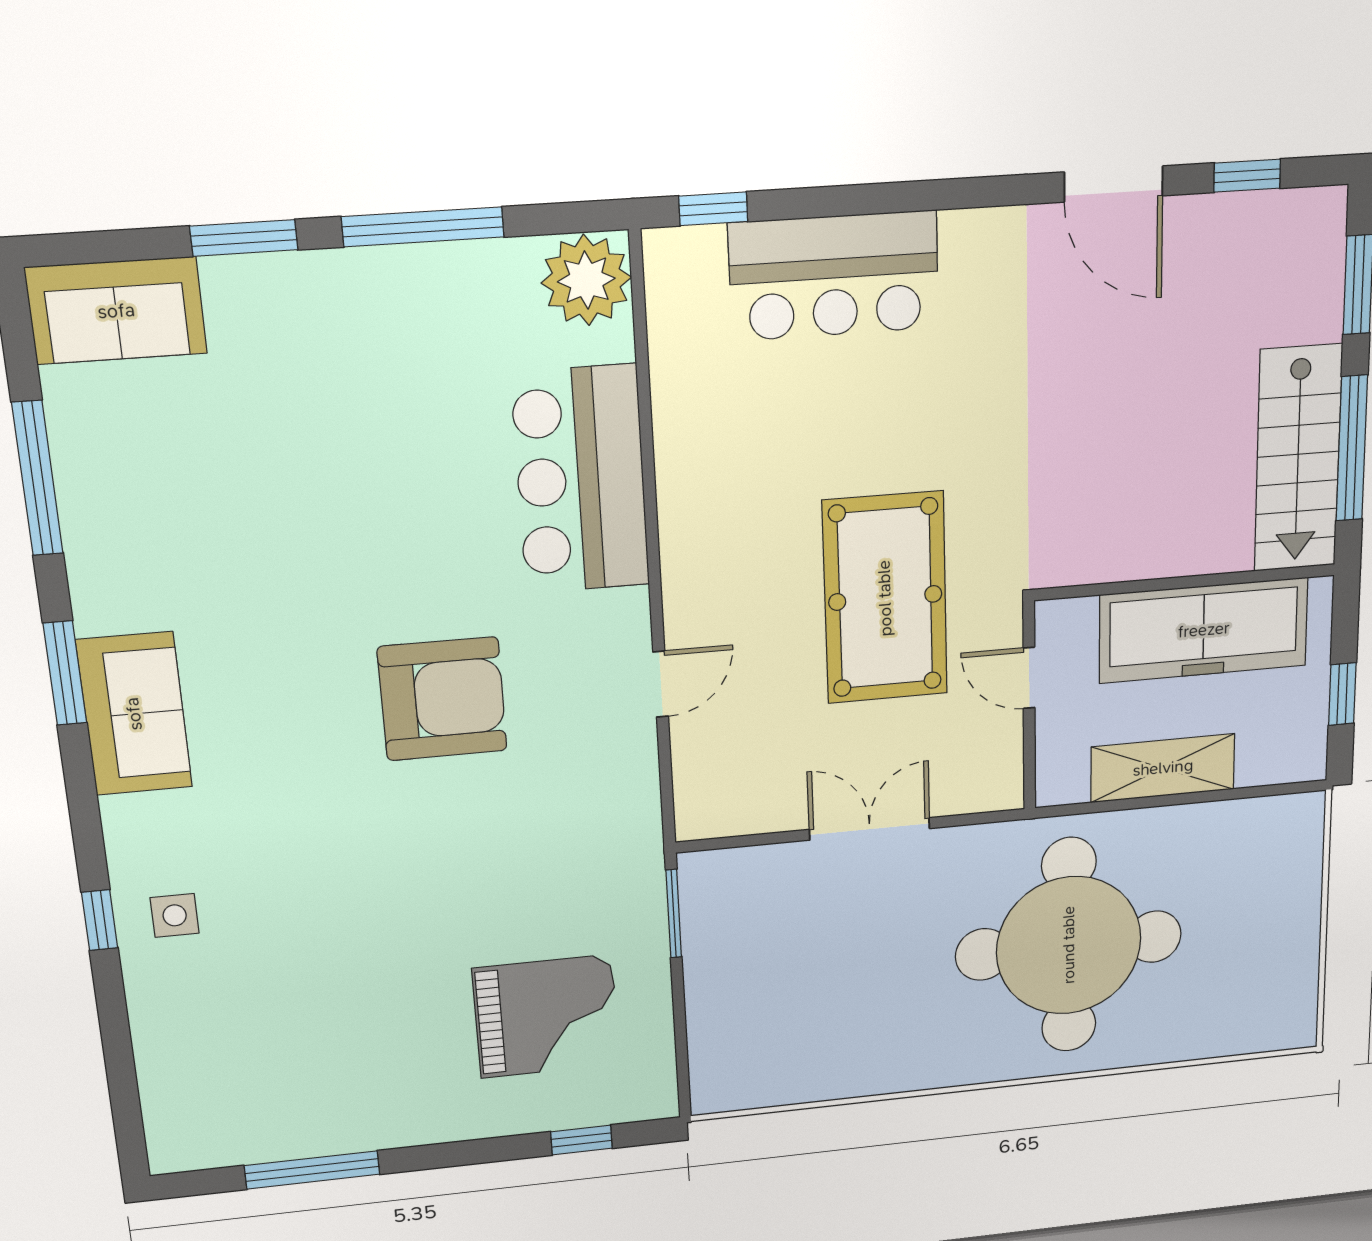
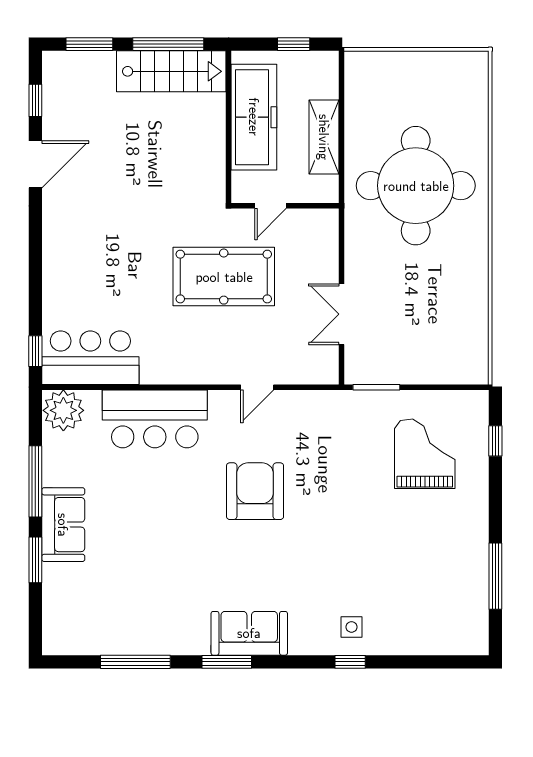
bar counter: (834, 276) -> (90, 358), moved, turned -90
sofa: (116, 311) -> (63, 525), moved
door: (661, 684) -> (257, 387), swing flipped
double door: (870, 829) -> (342, 314), moved

